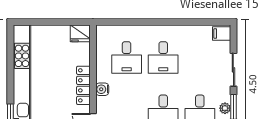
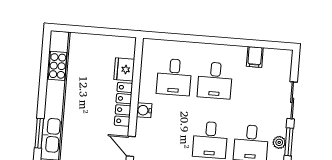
fridge: (80, 33) -> (124, 69), moved, turned 90
filing cabinet: (222, 33) -> (255, 57), moved, turned -90

